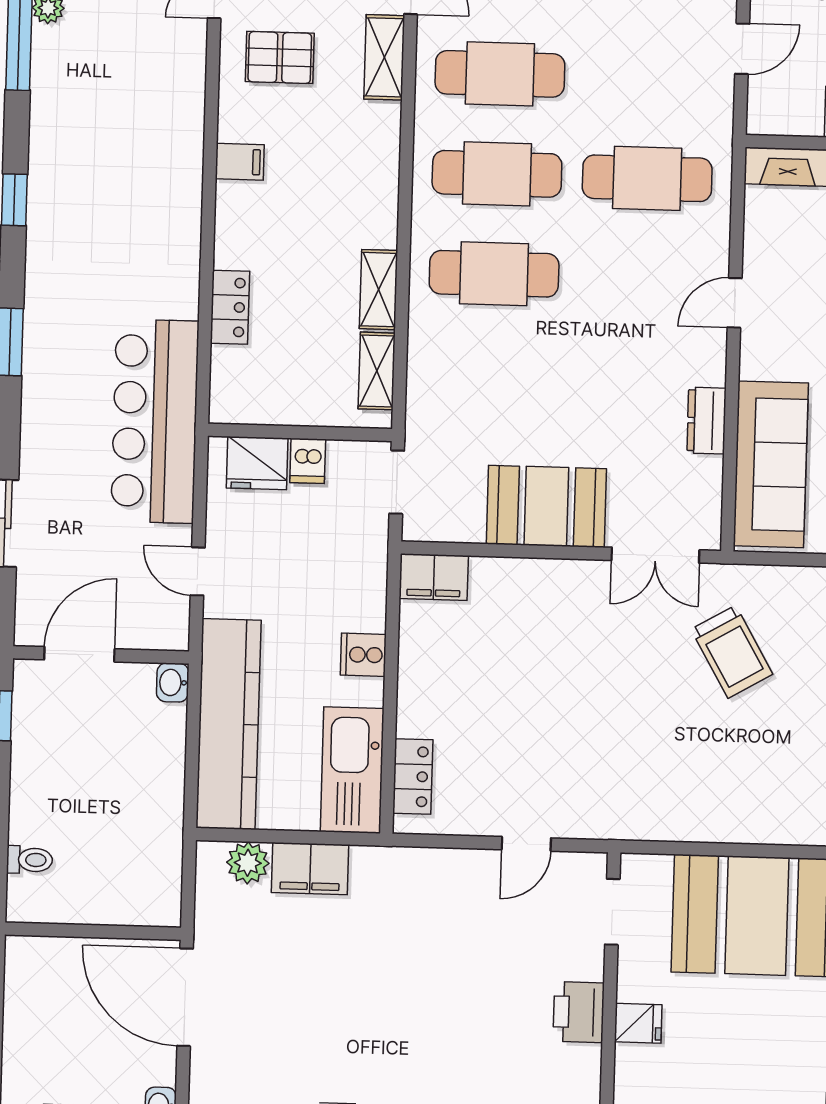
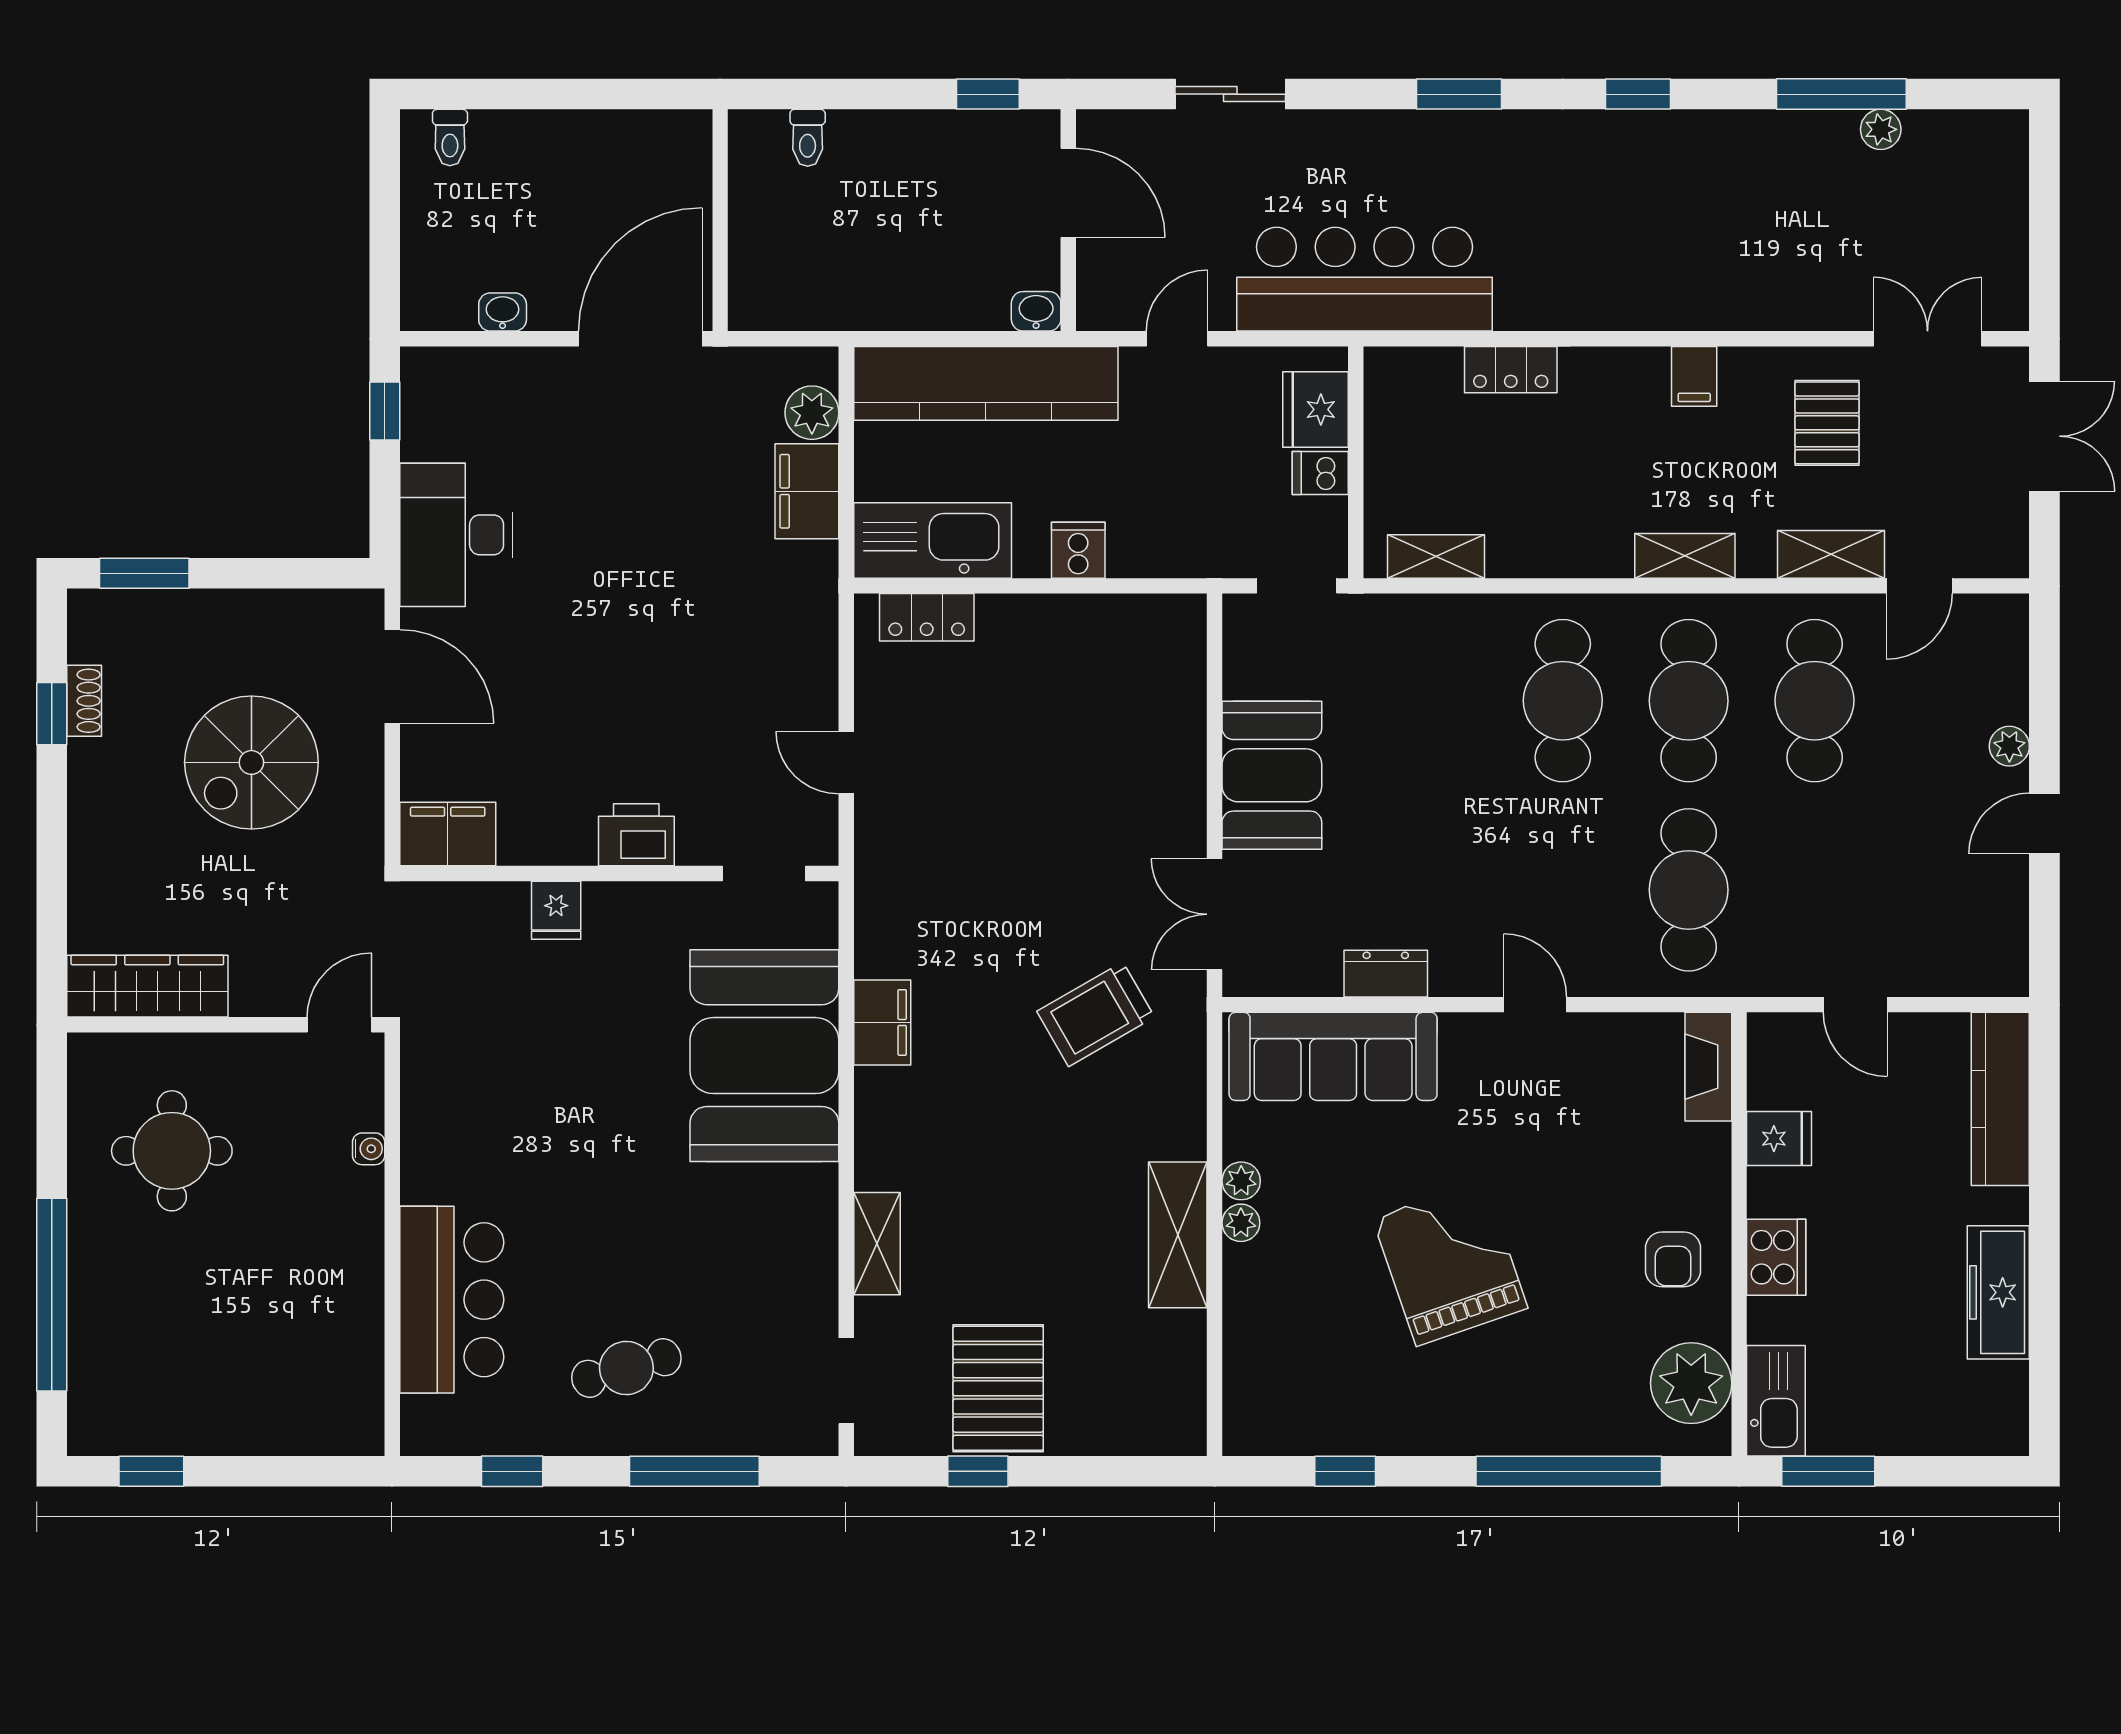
shelving: (379, 290) -> (1685, 556), moved
filing cabinet: (434, 577) -> (882, 1022), moved, turned 180
fridge: (638, 1023) -> (556, 910), moved

